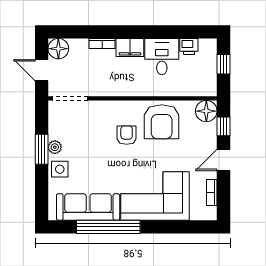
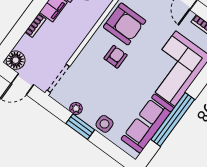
armchair: (127, 135) -> (116, 57), turned 90
plant: (55, 147) -> (76, 108), moved

